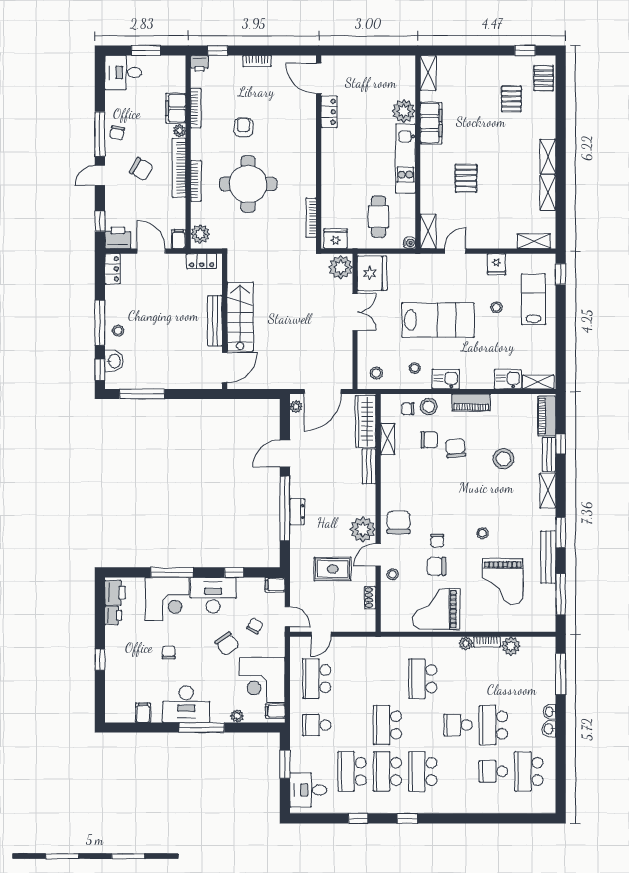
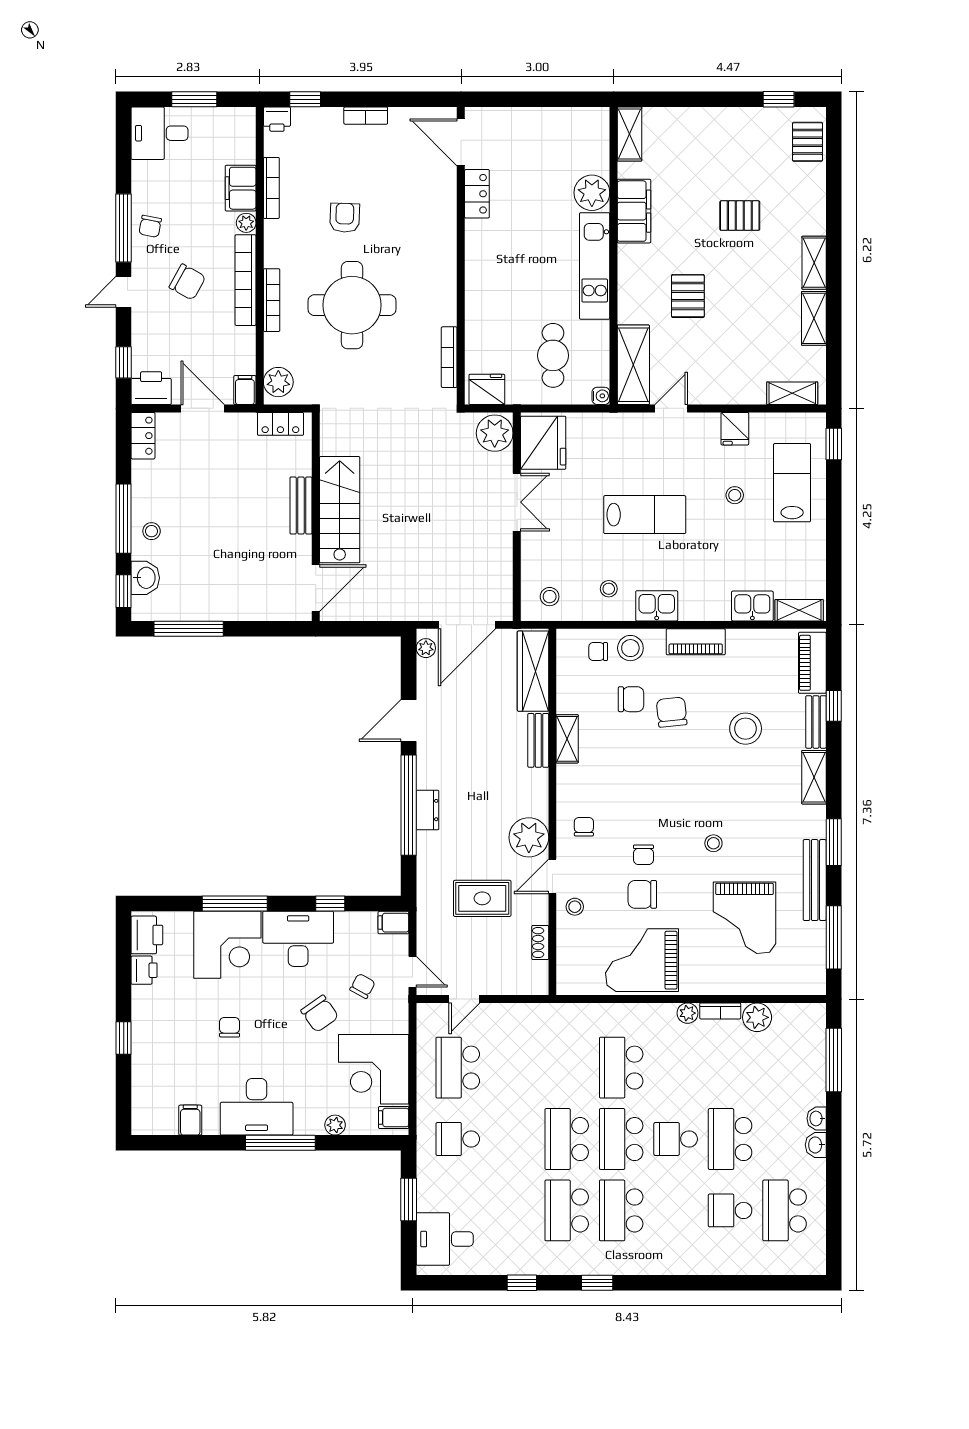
pallet: (511, 99) -> (740, 216), moved, turned 90
shelving: (428, 231) -> (633, 365), width x1.50, depth x1.33
lab bench: (438, 320) -> (645, 515), width x0.73, depth x0.72
bench: (215, 321) -> (301, 506), width x0.73
shelving: (388, 439) -> (567, 739), moved
chair: (399, 522) -> (584, 827), width x0.54, depth x0.54
school desk: (352, 771) -> (621, 1139), moved

